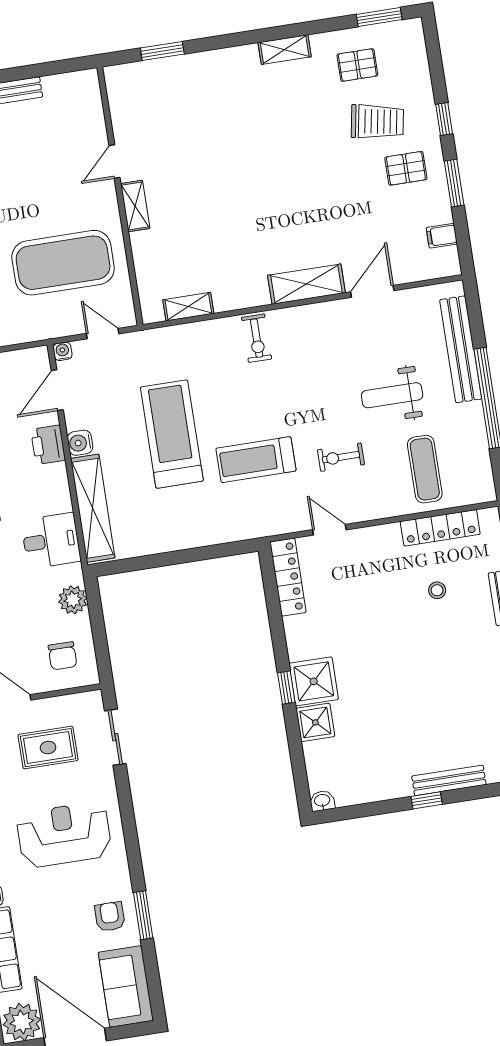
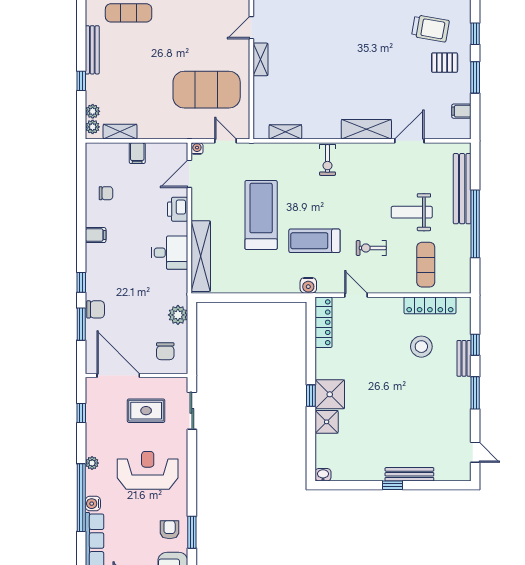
water cooler: (80, 443) -> (308, 285), moved, turned -90
desk: (51, 541) -> (170, 253), moved
stool: (437, 590) -> (421, 347), width x1.89, depth x1.89

